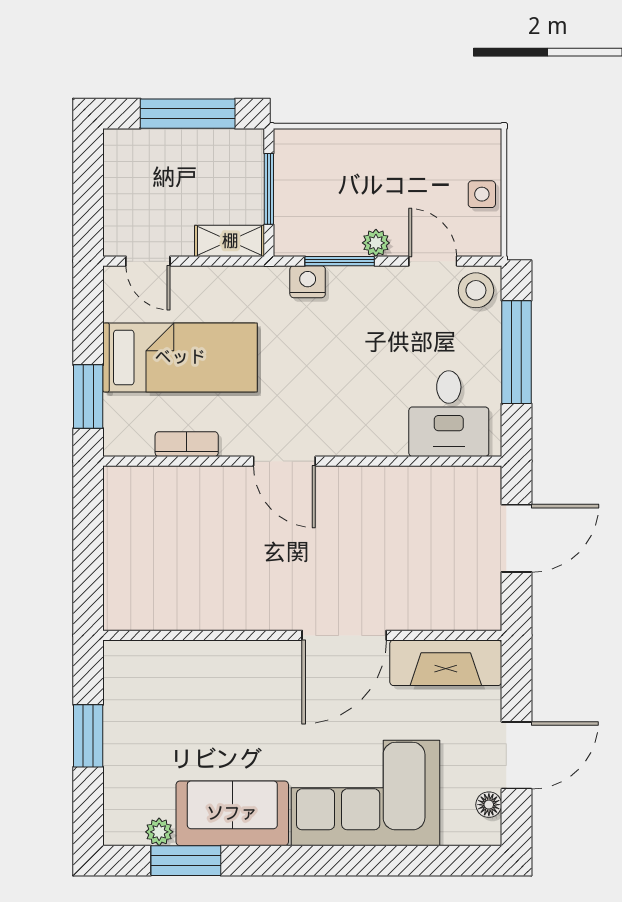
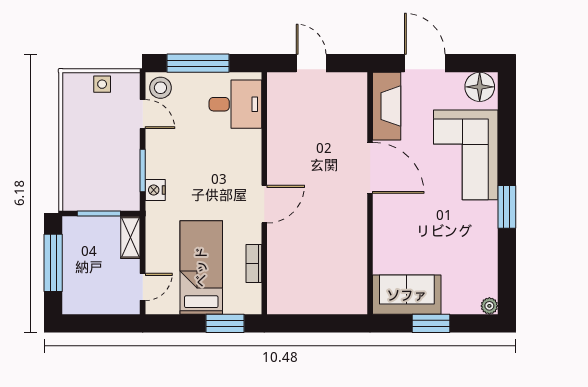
plant: (376, 243) -> (132, 149), removed
door: (433, 261) -> (143, 114), swing flipped
door: (516, 538) -> (311, 63), width x0.73
door: (516, 755) -> (425, 63), moved
floor lamp: (489, 805) -> (480, 87), width x1.89, depth x1.89
sofa: (232, 813) -> (407, 295), moved, turned 90
plant: (159, 832) -> (489, 306), moved
window: (186, 861) -> (507, 207), moved

